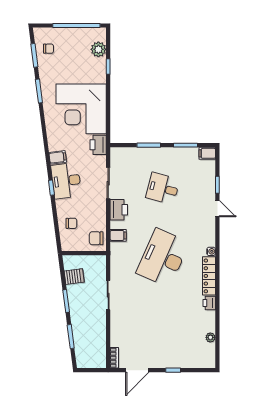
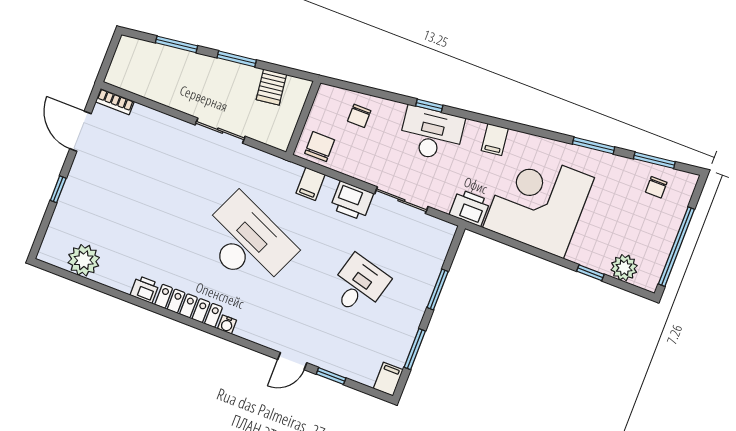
filing cabinet: (58, 157) -> (495, 139), moved
plant: (210, 337) -> (84, 260), width x1.87, depth x1.87

